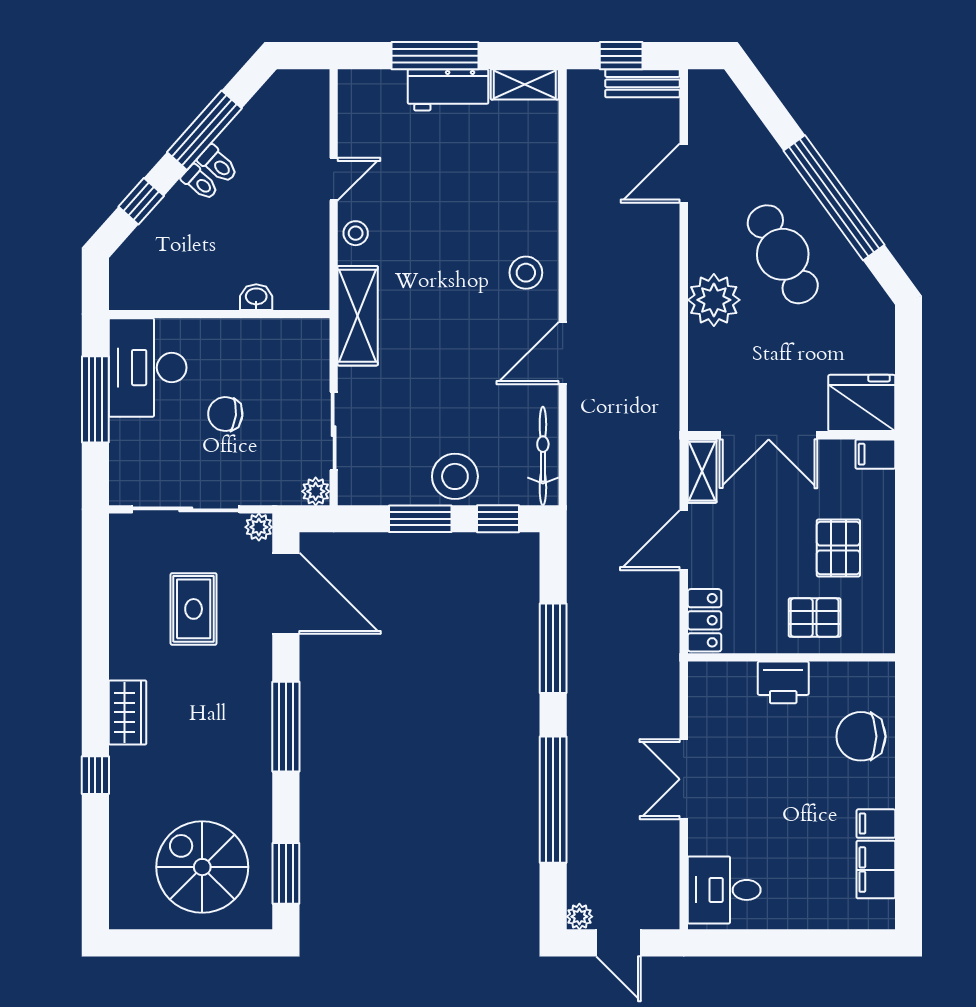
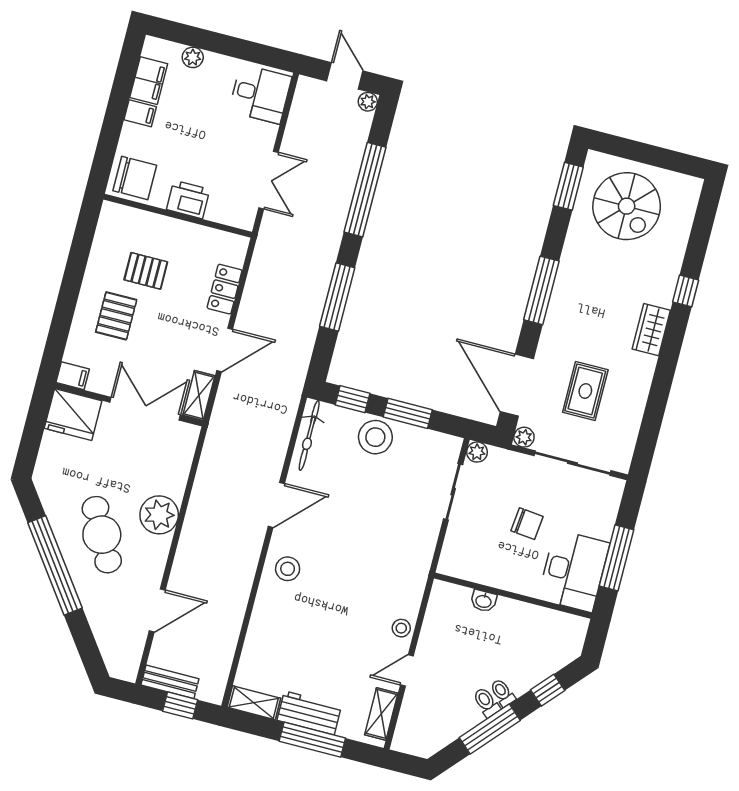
shelving: (358, 316) -> (381, 714), moved, width x0.67, depth x0.75
wall: (791, 657) -> (178, 216), moved
printer: (783, 682) -> (188, 199), moved
plant: (826, 915) -> (193, 57), added

